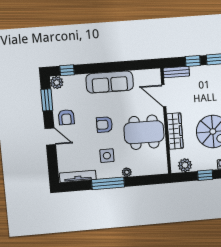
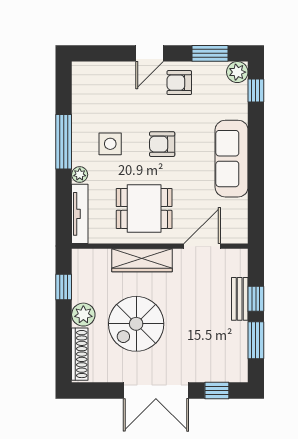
bench: (176, 72) -> (240, 299), moved
armchair: (104, 125) -> (162, 144), turned -90
dining table: (144, 132) -> (144, 208), width x0.73
plant: (185, 165) -> (83, 315), moved
window: (205, 175) -> (64, 287), moved
tv unit: (78, 176) -> (80, 214), moved

